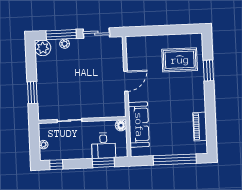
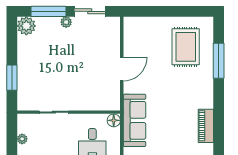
plant: (65, 44) -> (66, 22), moved
rug: (180, 60) -> (186, 47), turned 90
window: (208, 71) -> (219, 61), width x1.44

